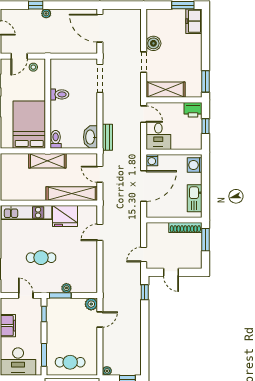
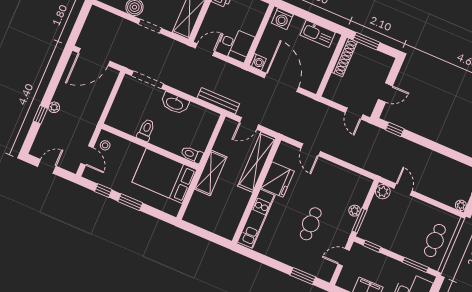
washbasin: (91, 137) -> (175, 103), moved
bench: (107, 137) -> (218, 101), width x1.36

